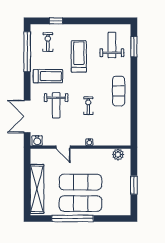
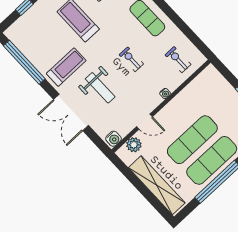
exercise bike: (48, 42) -> (178, 60), moved
double door: (27, 116) -> (71, 112), moved
plant: (118, 155) -> (134, 145), moved

